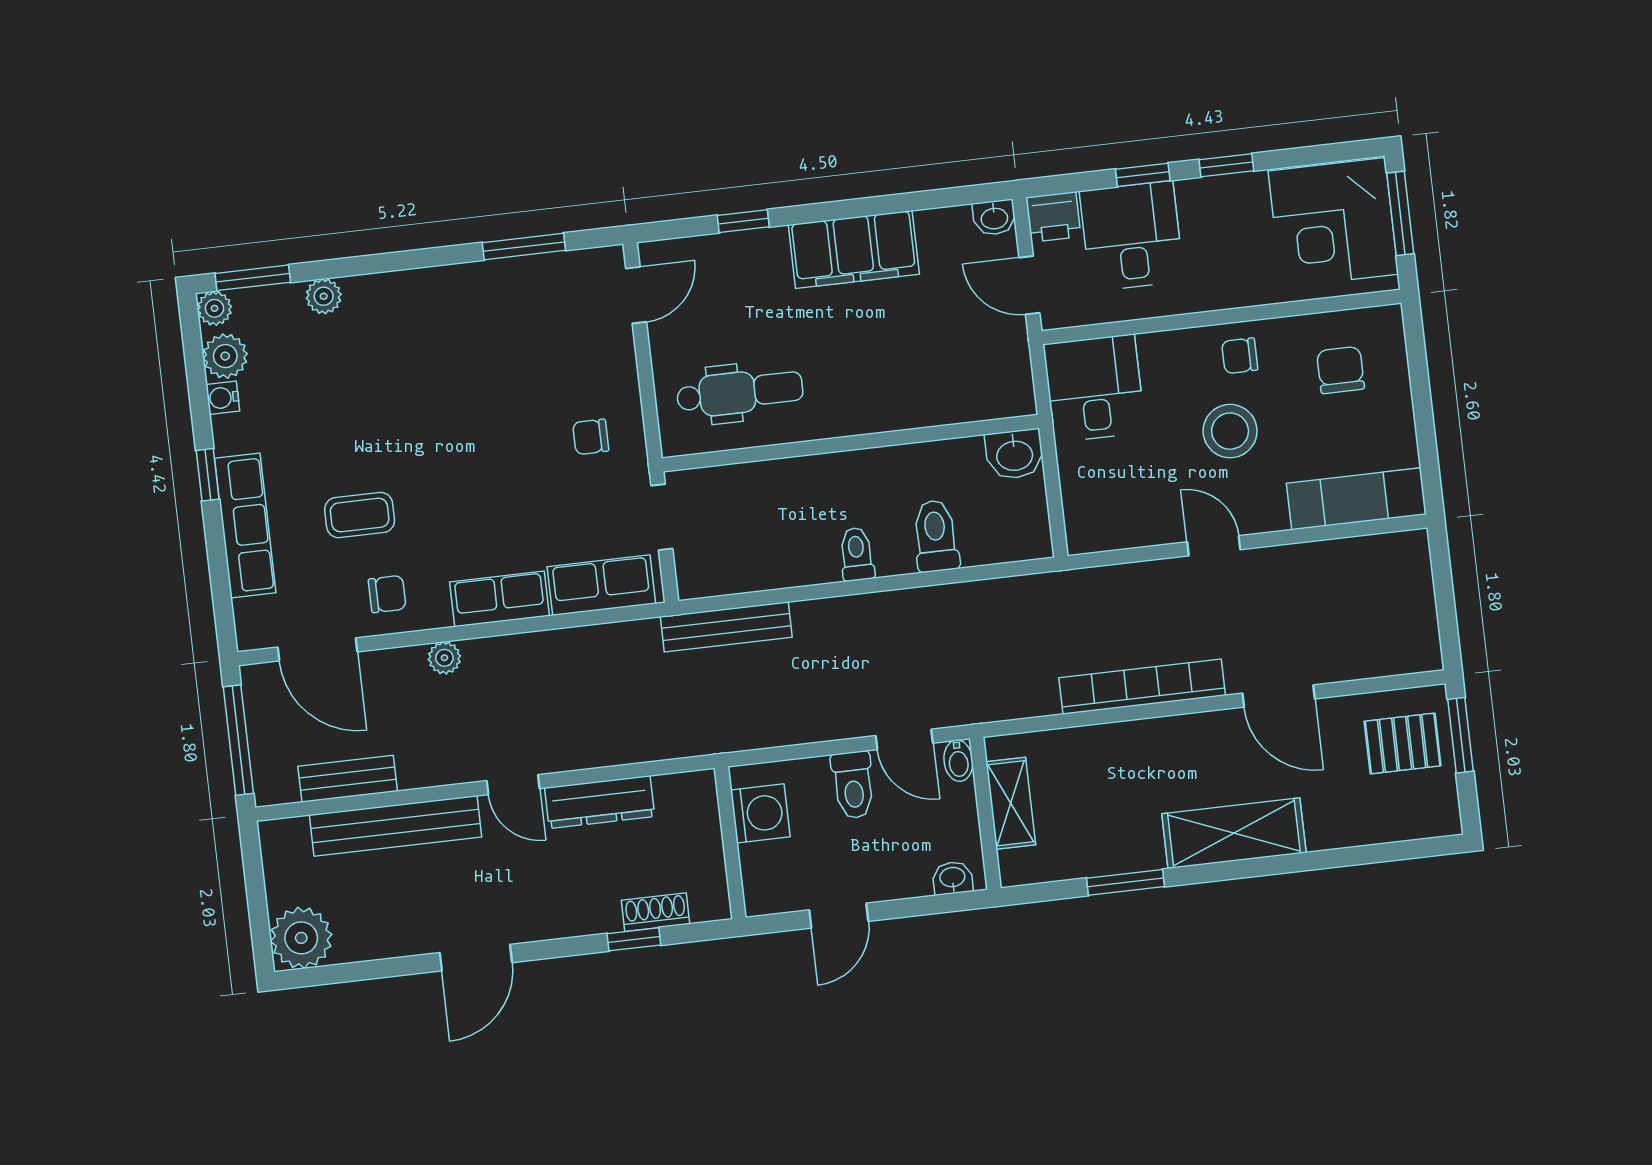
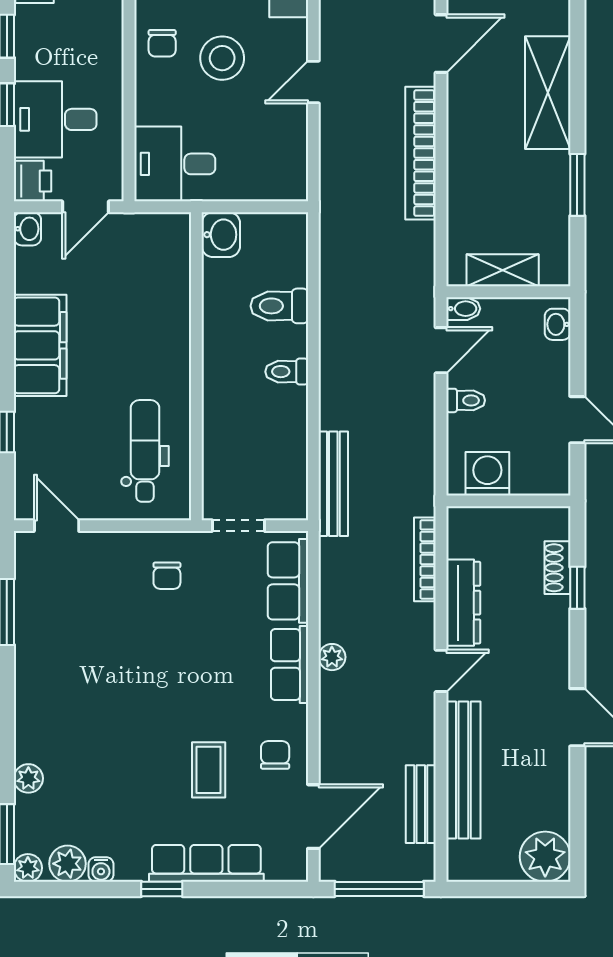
plant: (444, 658) -> (332, 657), moved
bookcase: (647, 749) -> (425, 559), added
toilet: (853, 785) -> (466, 400), width x0.73, depth x0.72

